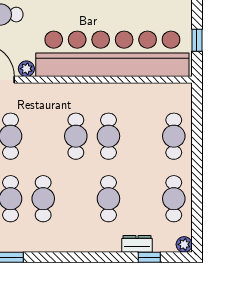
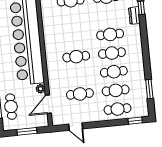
cafe table: (108, 136) -> (112, 53), moved

